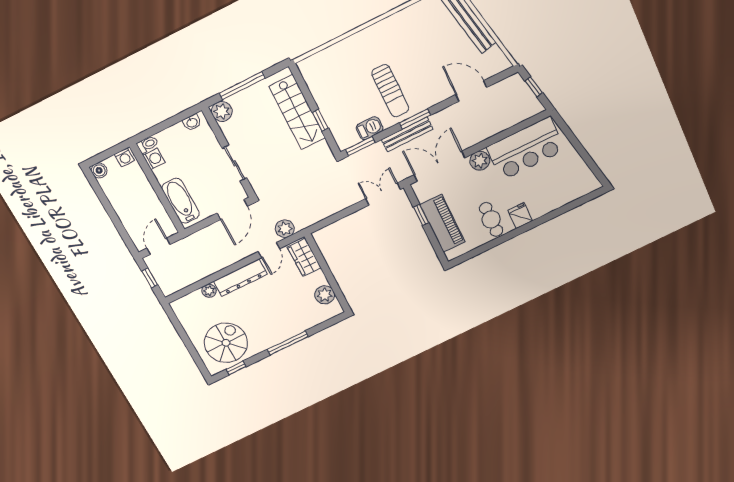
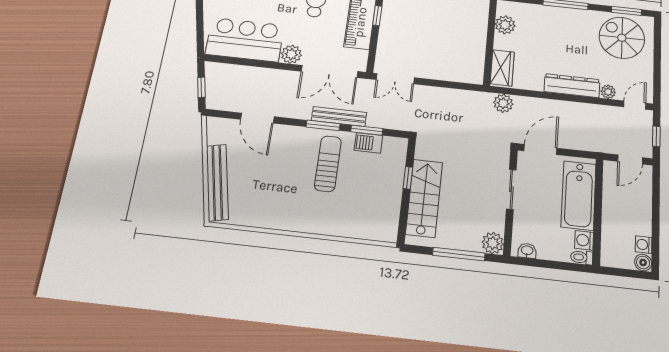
window: (360, 146) -> (367, 130), moved
washing machine: (124, 157) -> (644, 245), moved, turned -90
bathtub: (181, 201) -> (579, 195), width x1.36, depth x1.36
window: (421, 215) -> (377, 15), moved
door: (269, 250) -> (635, 105), moved
spiral stairs: (226, 343) -> (622, 38), turned 90
window: (236, 368) -> (626, 11), width x1.50

